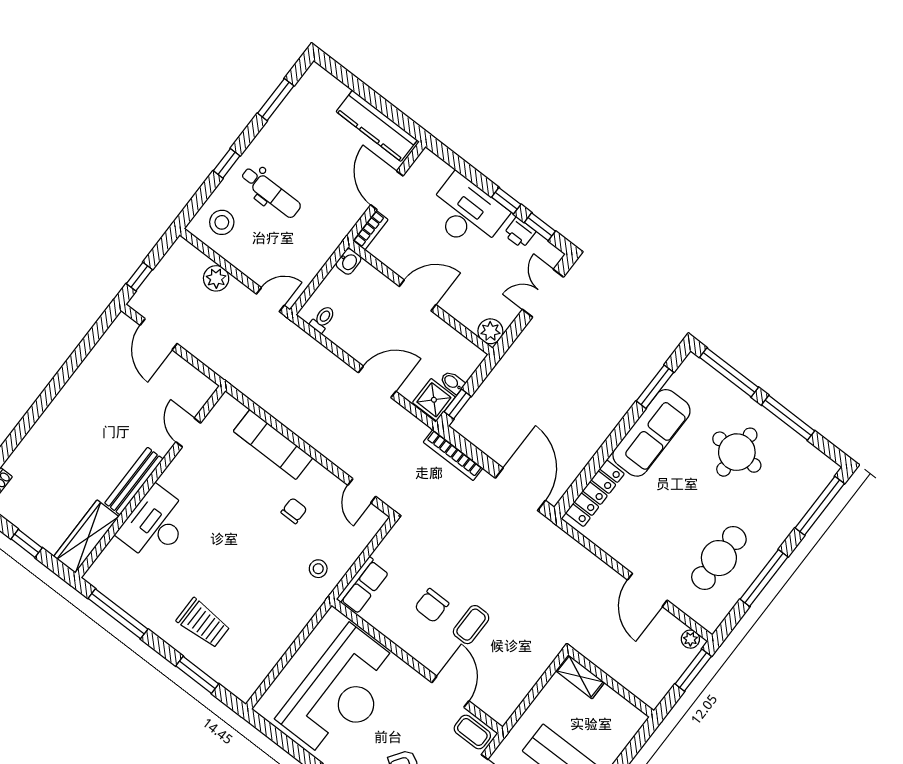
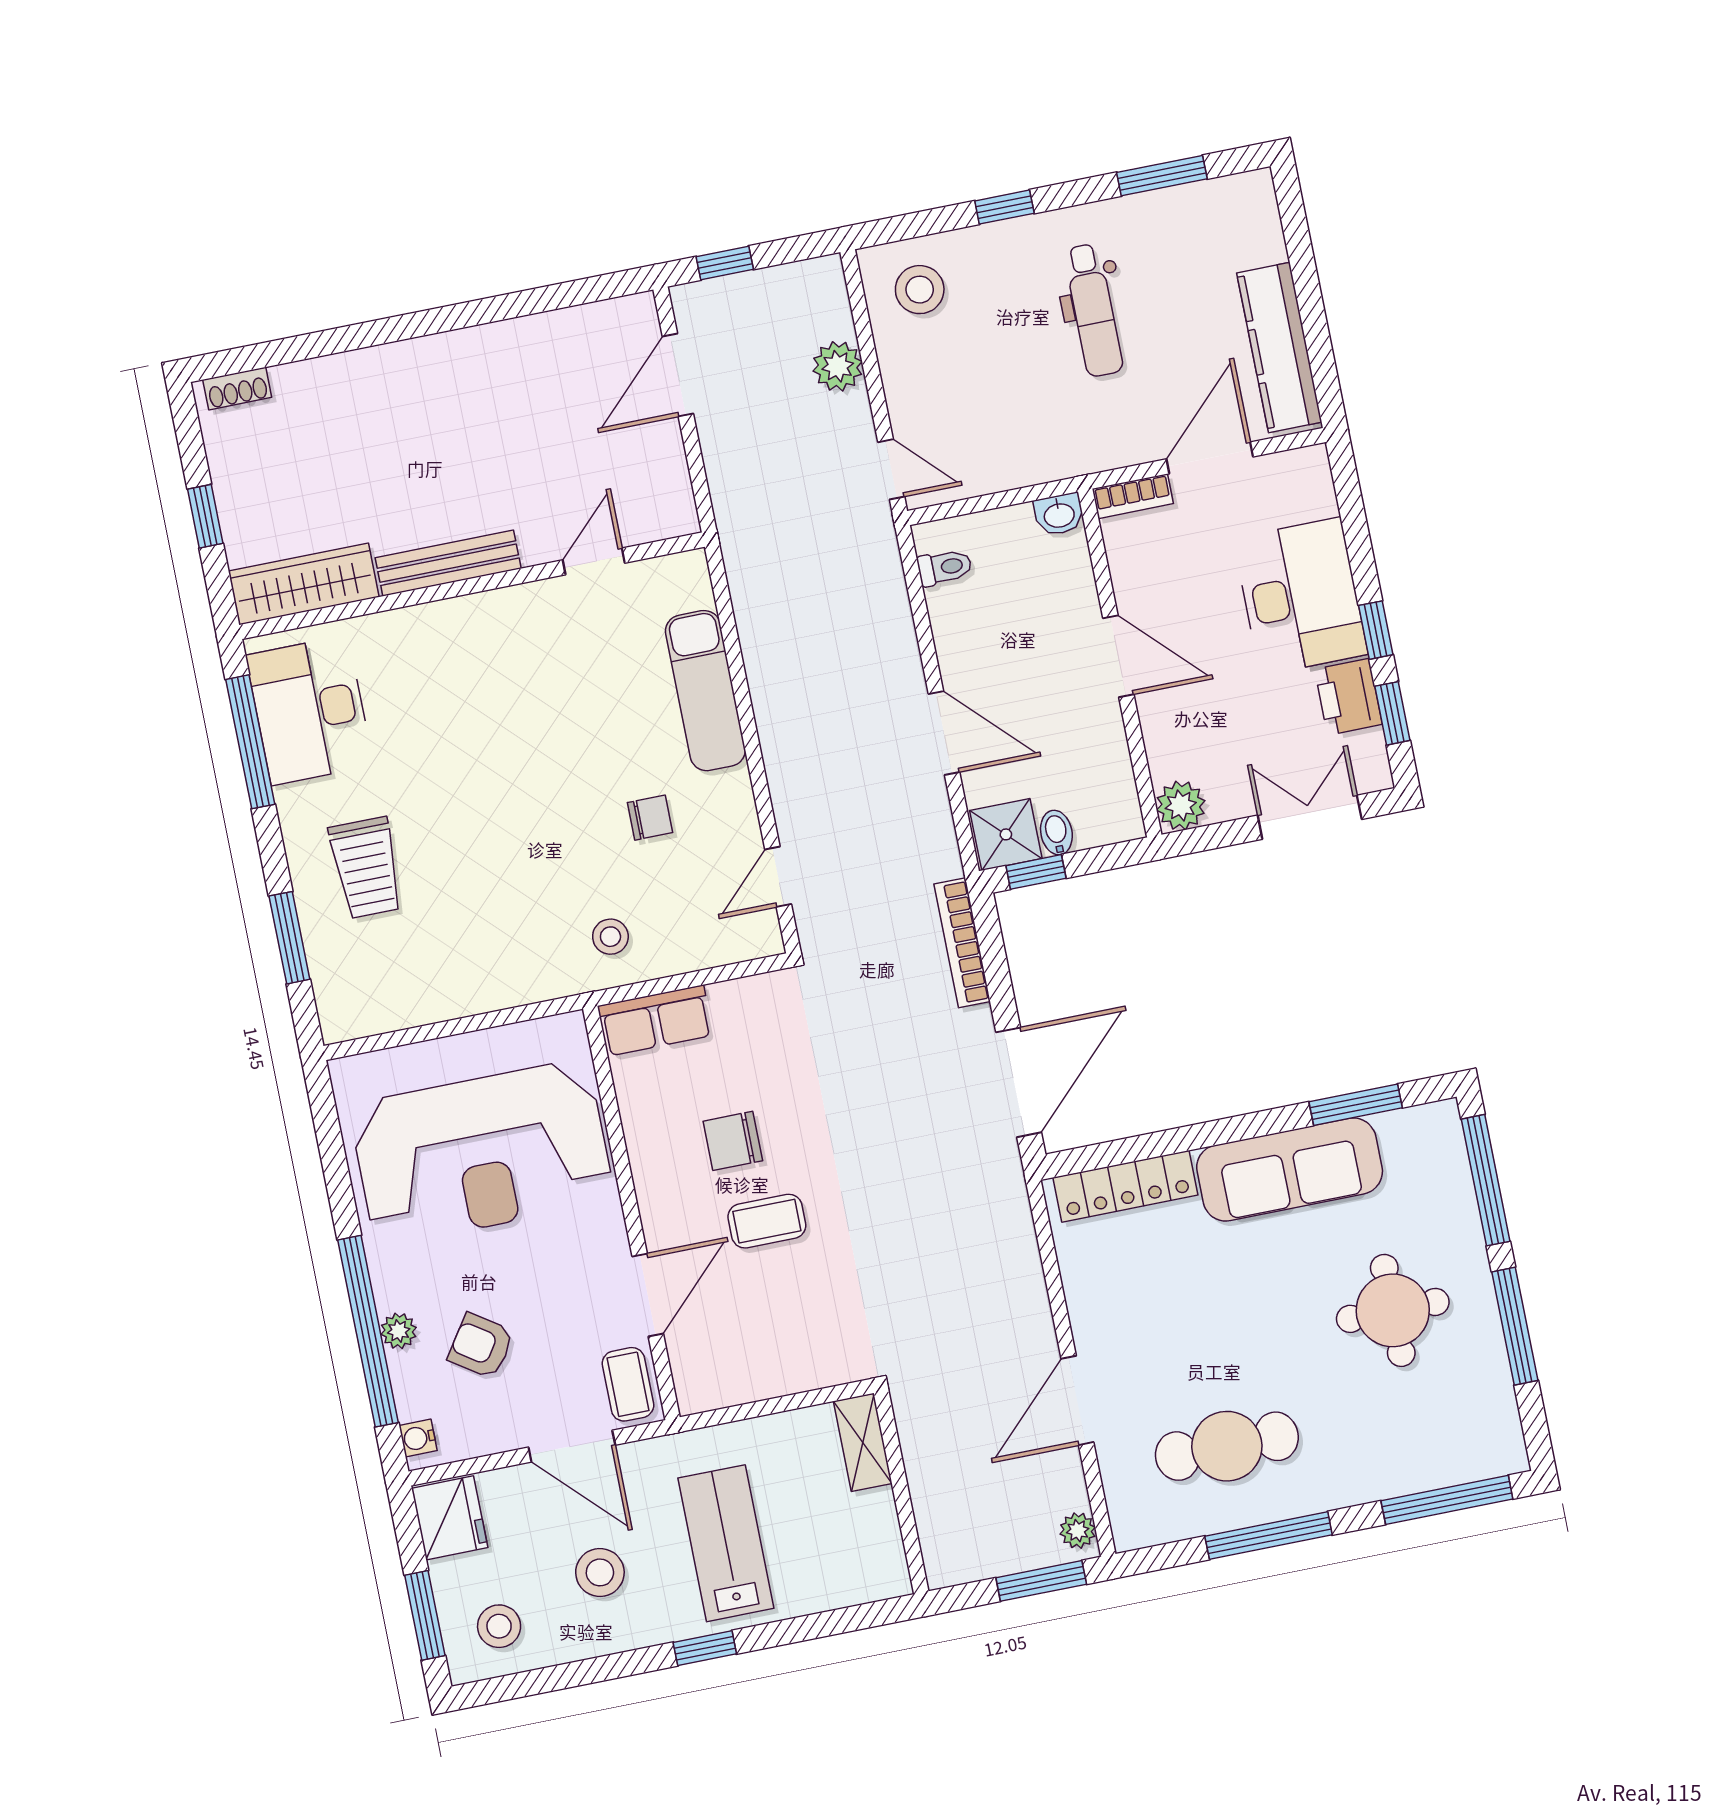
dental chair: (271, 192) -> (1093, 310), moved
printer: (520, 233) -> (1348, 697), width x1.36, depth x1.24
desk: (155, 524) -> (310, 710), moved, turned -90

